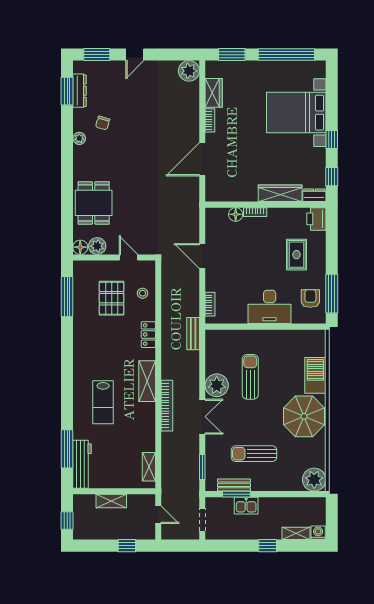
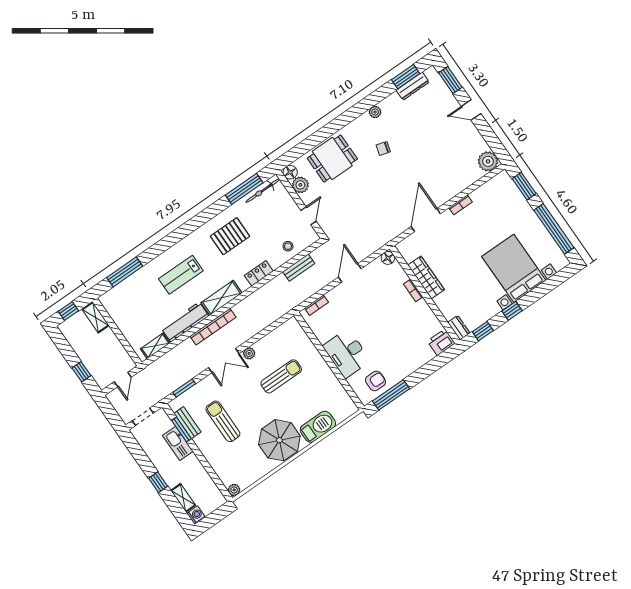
wardrobe: (214, 93) -> (484, 193), removed
chair: (103, 123) -> (383, 148), moved
door: (202, 159) -> (426, 220), hinge flipped
wardrobe: (280, 193) -> (426, 277), moved
floor lamp: (236, 214) -> (388, 258), moved
rug: (296, 255) -> (402, 346), removed
bicycle: (80, 282) -> (263, 191), added
pallet: (112, 298) -> (230, 236), moved
bench: (193, 334) -> (299, 268), moved
plant: (217, 385) -> (249, 353), width x0.53, depth x0.53
workbench: (82, 464) -> (185, 322), moved, turned 180
plant: (314, 480) -> (234, 490), width x0.53, depth x0.53
shelving: (111, 501) -> (95, 317), moved
kitchen sink: (246, 506) -> (178, 443), width x1.38

